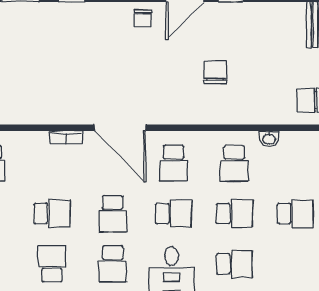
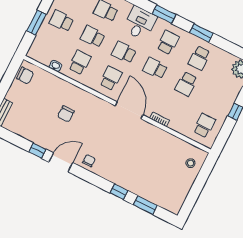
school desk: (52, 214) -> (186, 84), turned -90
school desk: (113, 214) -> (155, 68), turned -90

